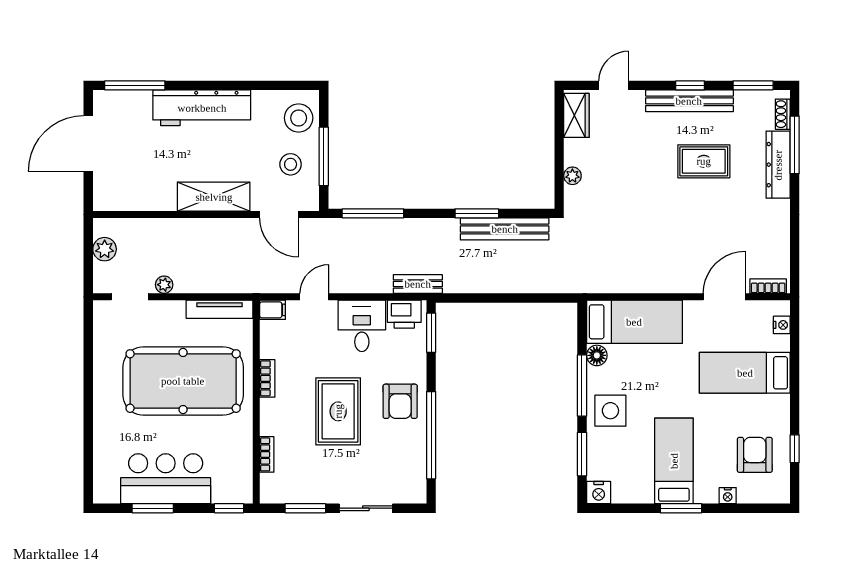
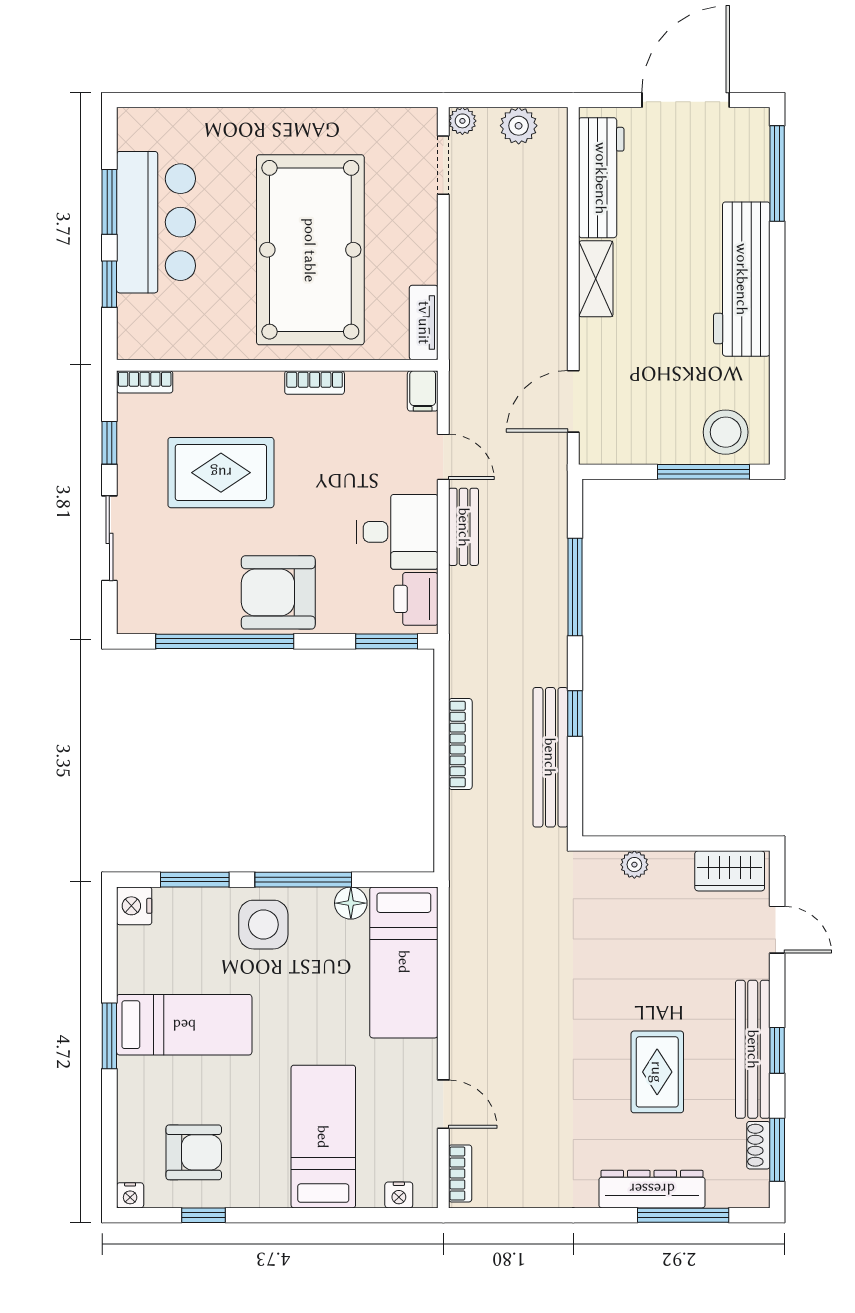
shoe rack: (783, 114) -> (758, 1145), moved, turned -90
door: (88, 143) -> (686, 100), hinge flipped
window: (324, 156) -> (704, 472), moved
stool: (291, 164) -> (652, 419), removed
workbench: (137, 197) -> (601, 178), added
shelving: (214, 197) -> (596, 279), width x0.67, depth x0.75
window: (373, 213) -> (575, 587), moved
window: (477, 213) -> (575, 714), width x0.67
bench: (418, 284) -> (464, 527), moved
plant: (164, 285) -> (462, 121), moved
bookcase: (496, 286) -> (460, 744), added
door: (724, 297) -> (443, 1104), width x0.73
tv unit: (220, 309) -> (424, 323), width x0.71
armchair: (400, 401) -> (278, 592), width x1.36, depth x1.36
rug: (338, 411) -> (221, 473), moved
bookcase: (267, 454) -> (145, 382), moved
nightstand: (728, 496) -> (130, 1195), moved, turned -90
window: (229, 508) -> (109, 284), moved
window: (305, 508) -> (109, 443), width x0.67

